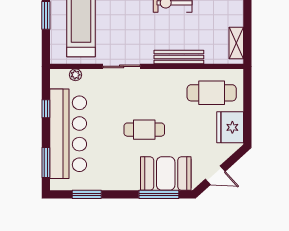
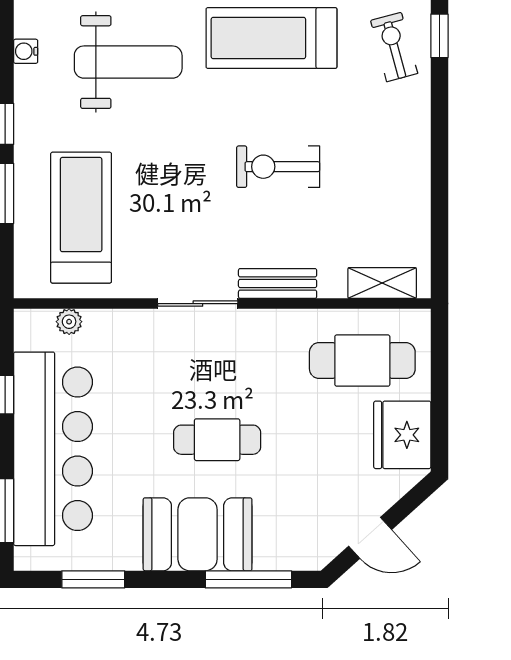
shelving: (236, 43) -> (382, 283), moved, turned 90
bench: (179, 57) -> (278, 283), width x0.73
sliding door: (122, 66) -> (198, 304), moved
booth: (166, 174) -> (198, 534), moved

